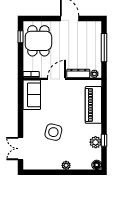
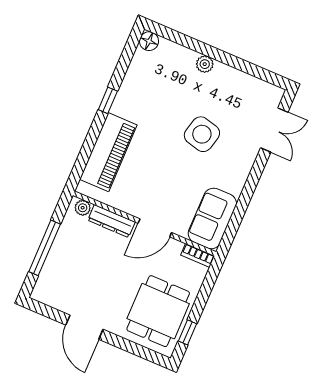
window: (104, 140) -> (108, 100), moved
plant: (96, 142) -> (134, 83), removed

